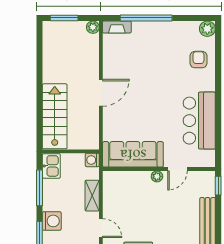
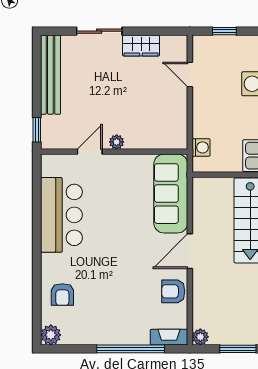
armchair: (114, 62) -> (173, 291), added
sofa: (133, 154) -> (171, 194), moved, turned 90
washing machine: (92, 160) -> (201, 147), moved
shelving: (92, 196) -> (201, 117), removed

